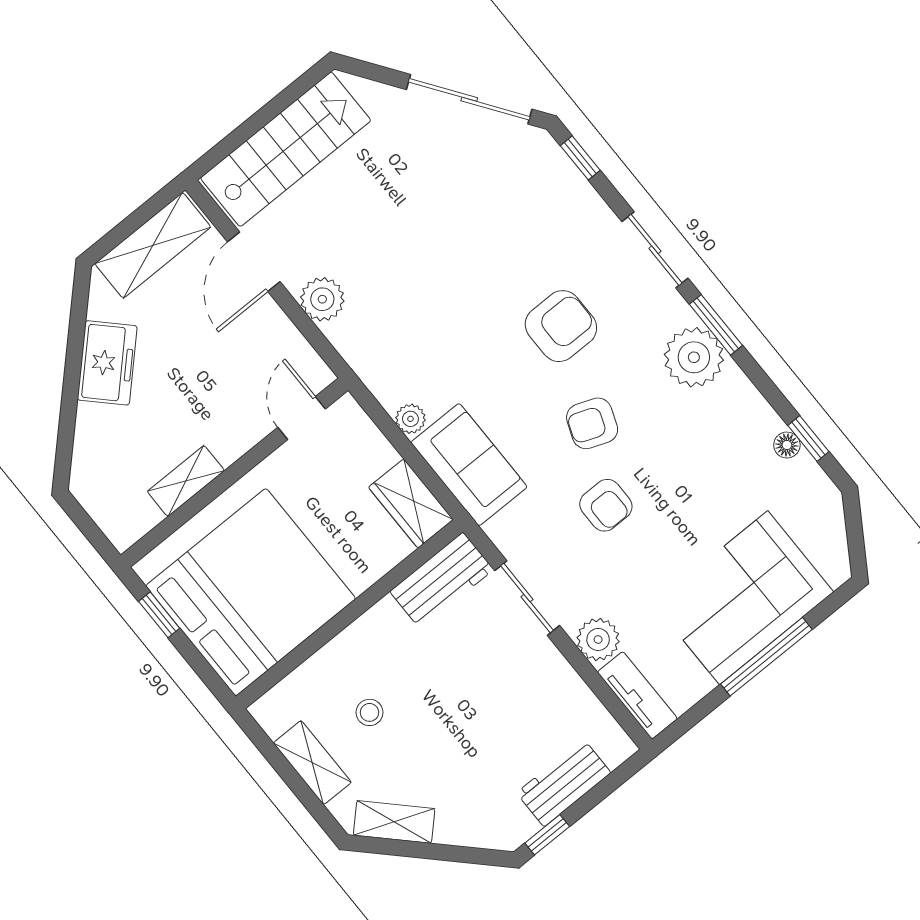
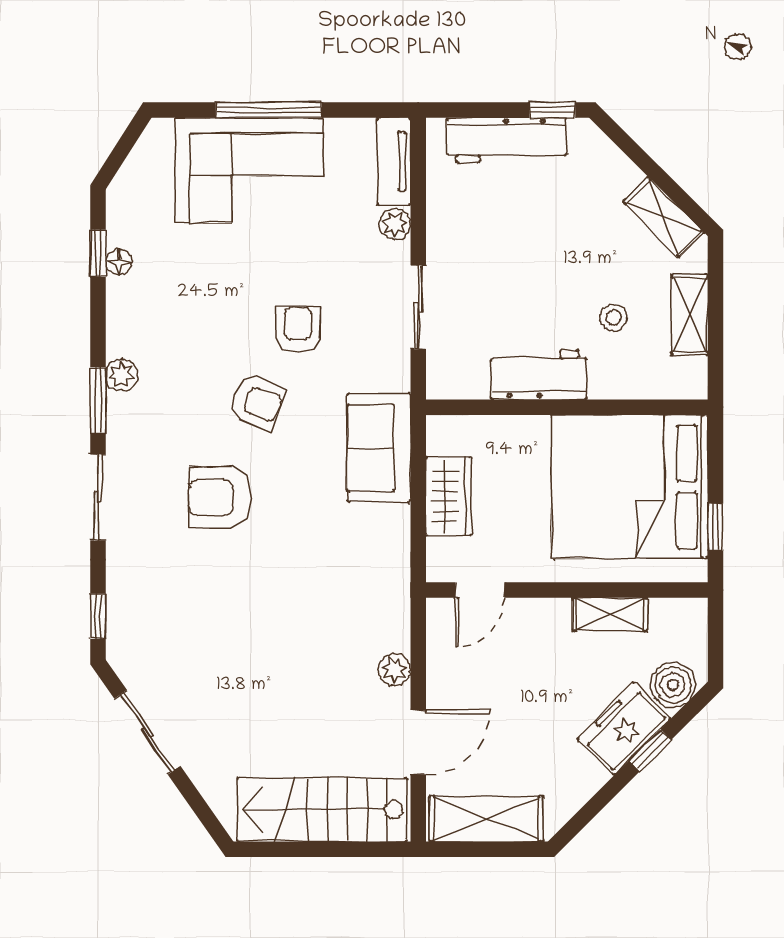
sliding door: (469, 99) -> (147, 732), width x0.73
plant: (322, 299) -> (394, 670), width x0.73, depth x0.73
plant: (694, 357) -> (122, 375), width x0.53, depth x0.53
freezer: (107, 363) -> (624, 729), moved
window: (69, 401) -> (650, 750), added
plant: (410, 419) -> (395, 521), removed
boiler: (93, 466) -> (673, 685), added
wardrobe: (411, 503) -> (449, 496), moved
workbench: (442, 580) -> (539, 375), moved
plant: (598, 639) -> (395, 224), width x0.73, depth x0.73
workbench: (564, 783) -> (507, 140), width x1.38

